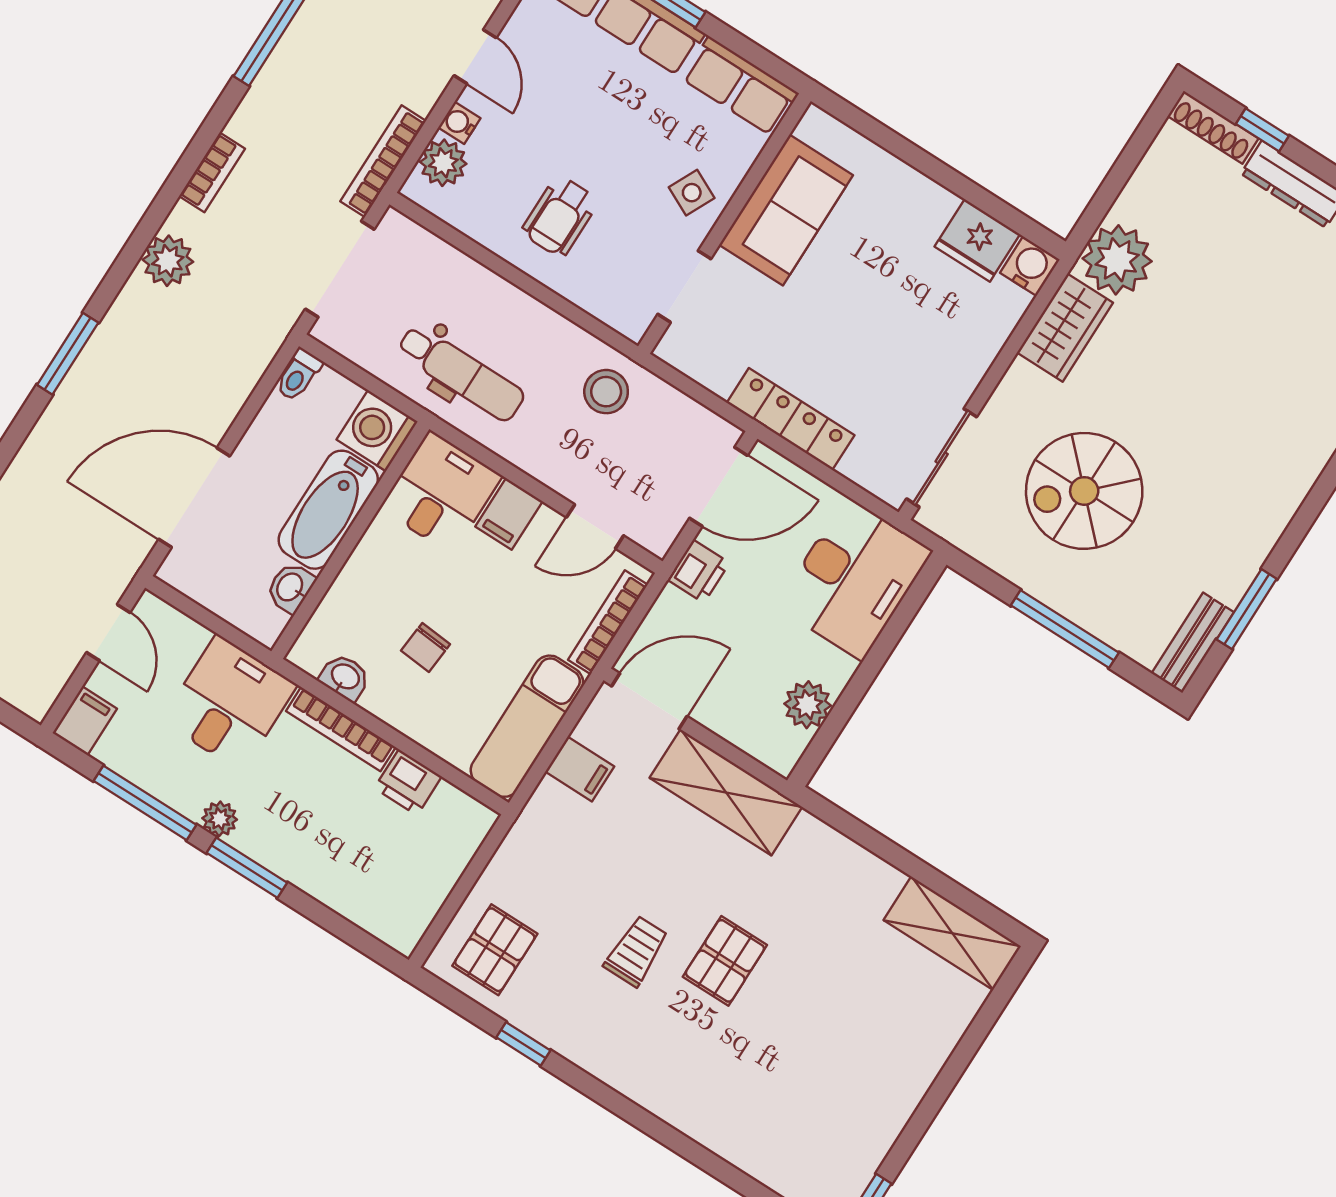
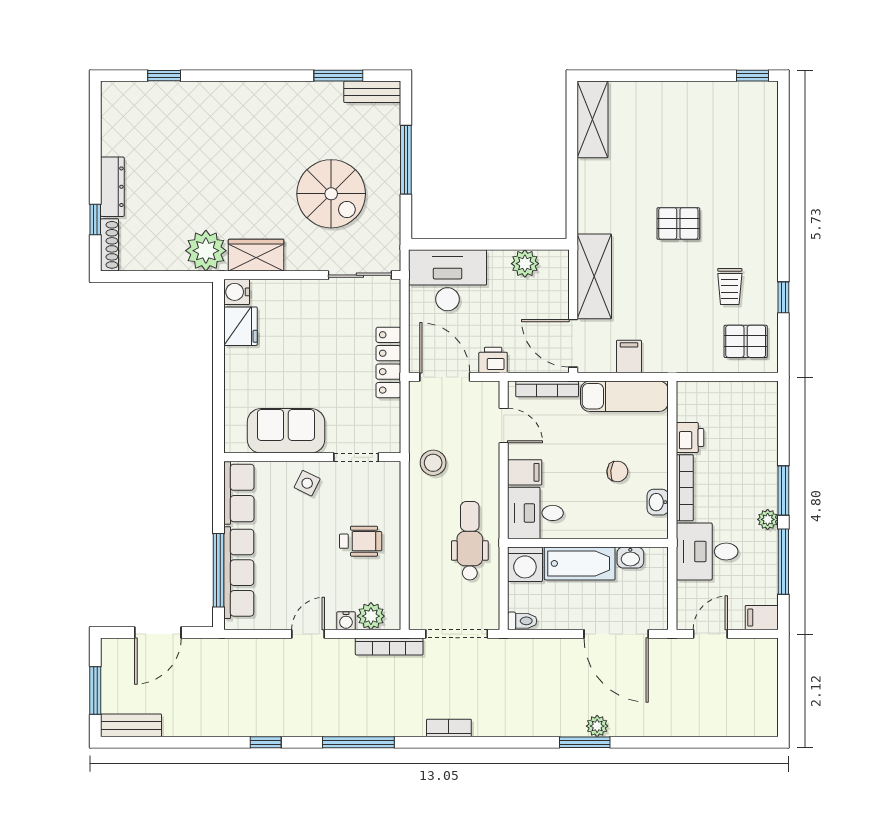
plant: (168, 261) -> (597, 726), moved, width x0.73, depth x0.73
trolley: (636, 951) -> (730, 287), moved, turned -90

